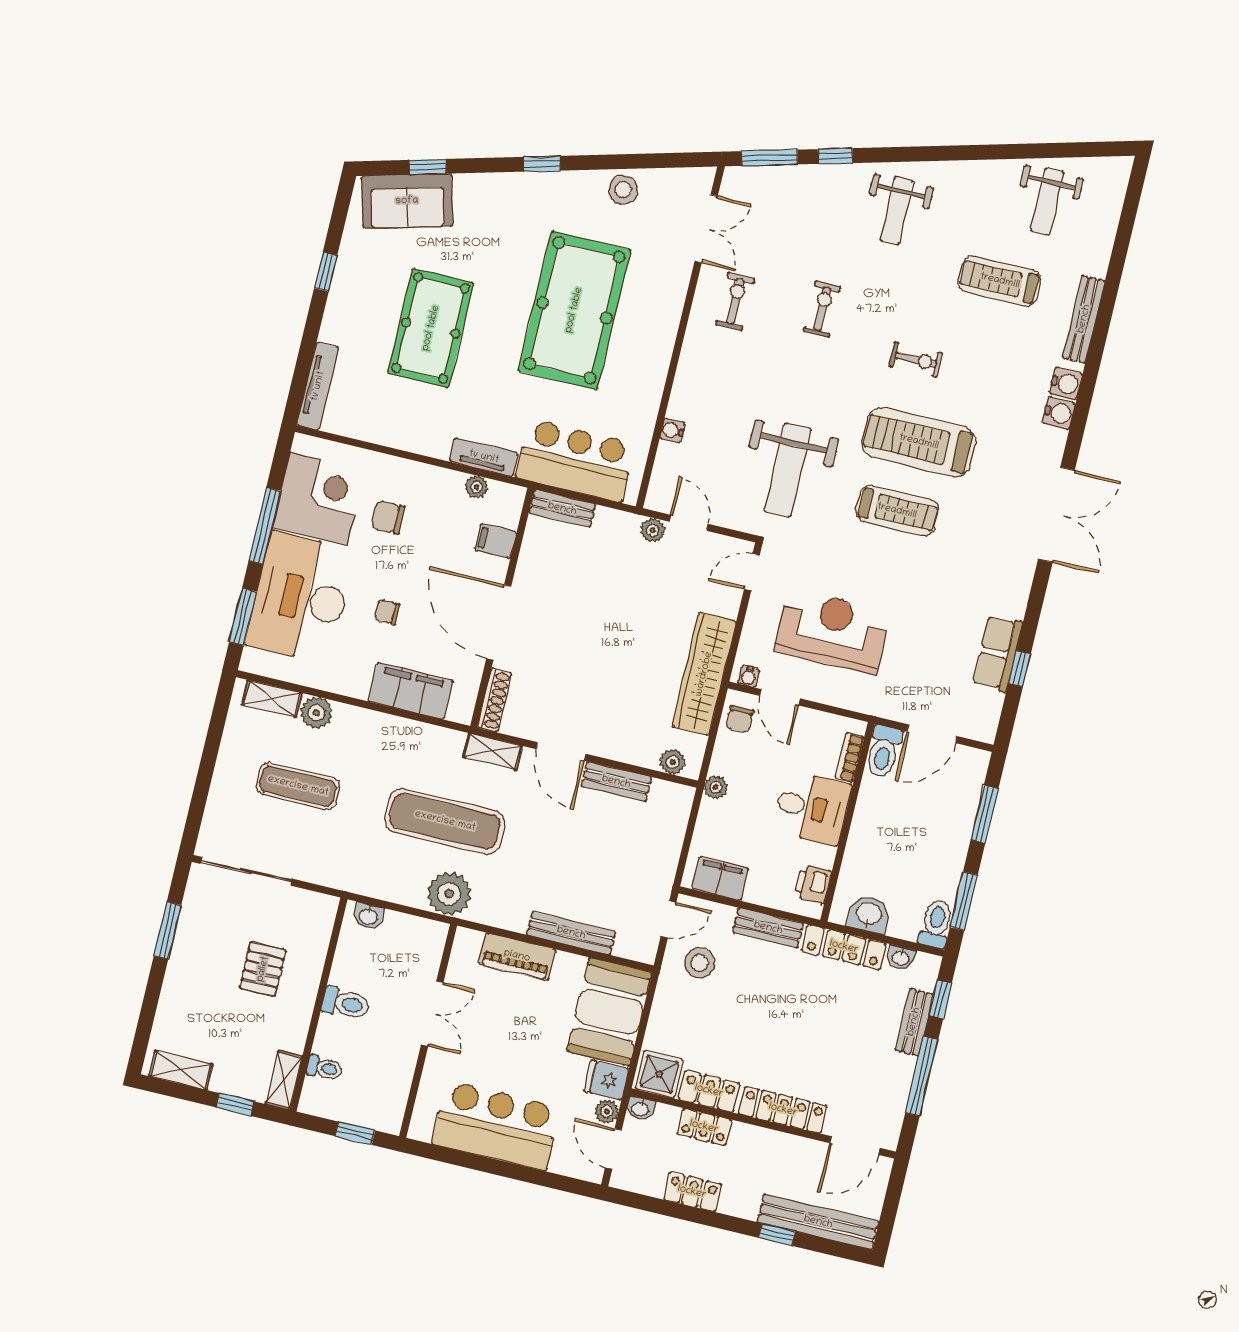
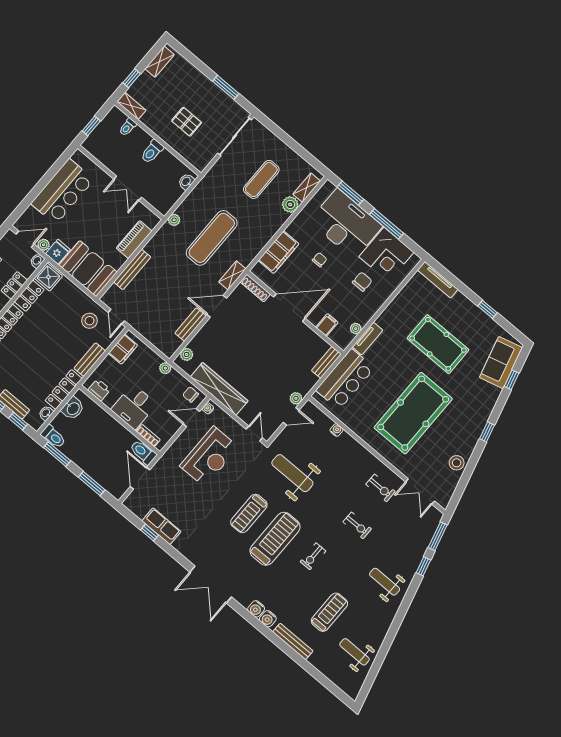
pool table: (574, 310) -> (413, 413), turned 90
plant: (449, 894) -> (174, 220), width x0.53, depth x0.53

